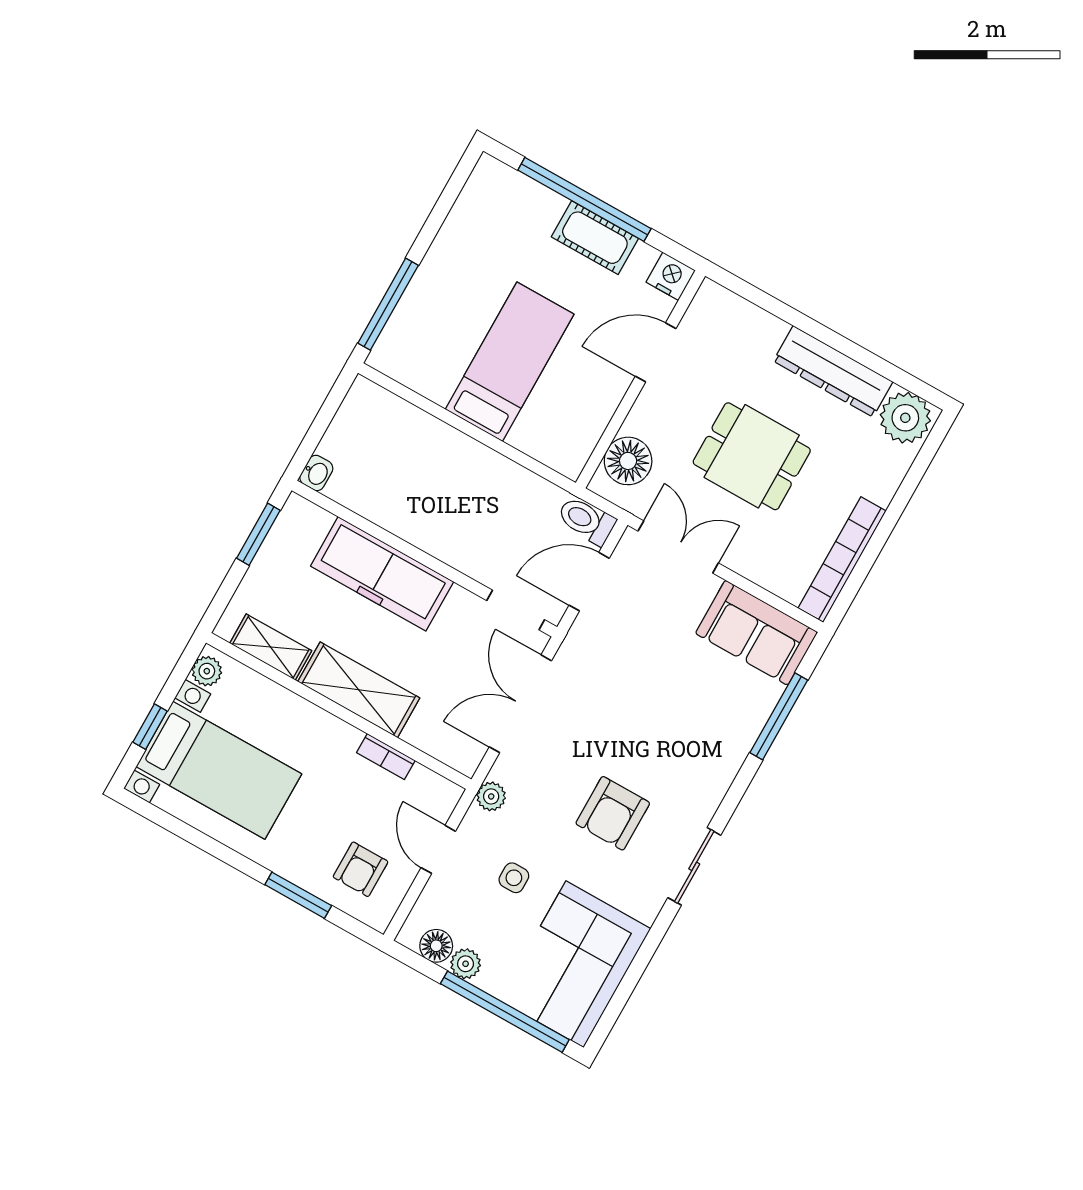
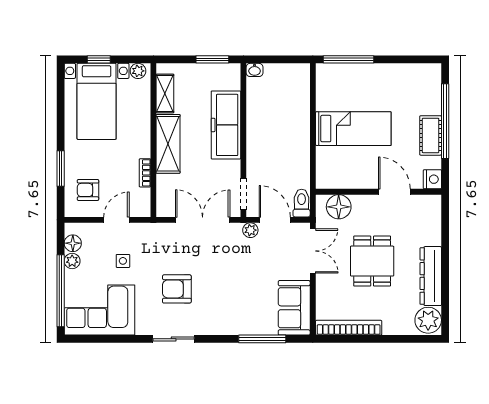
plant: (491, 796) -> (250, 230), moved

